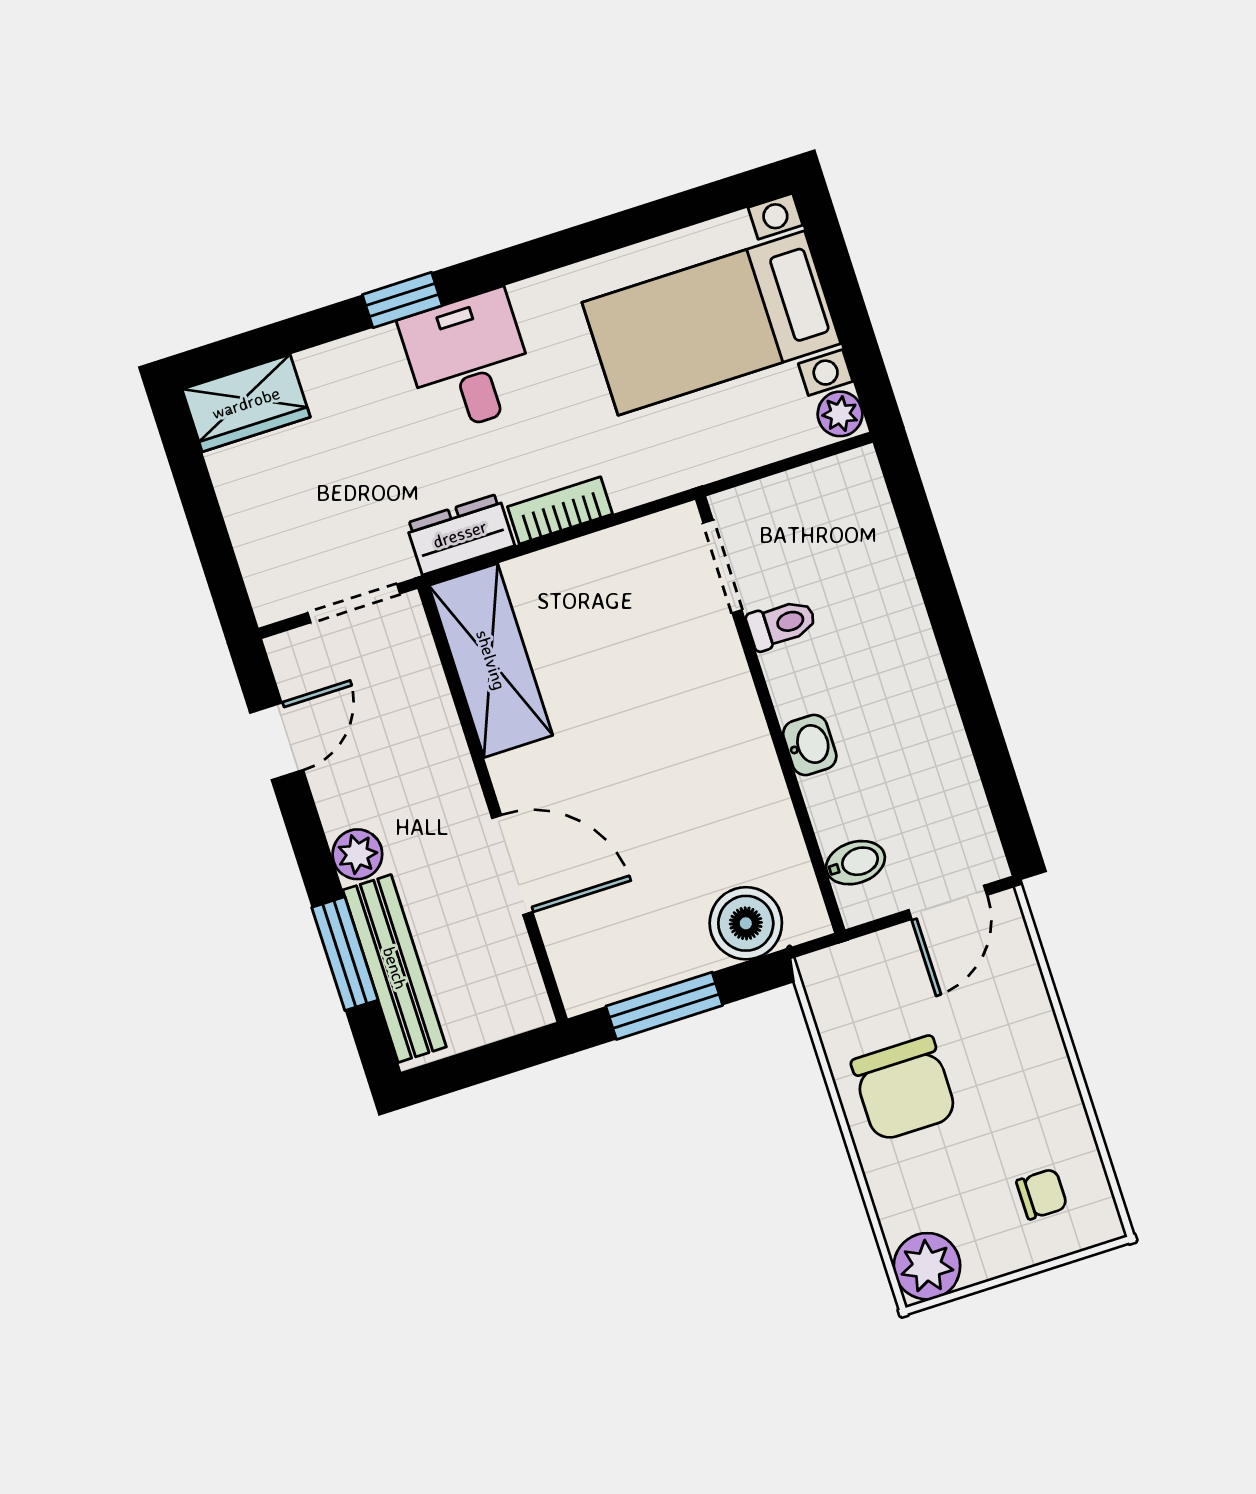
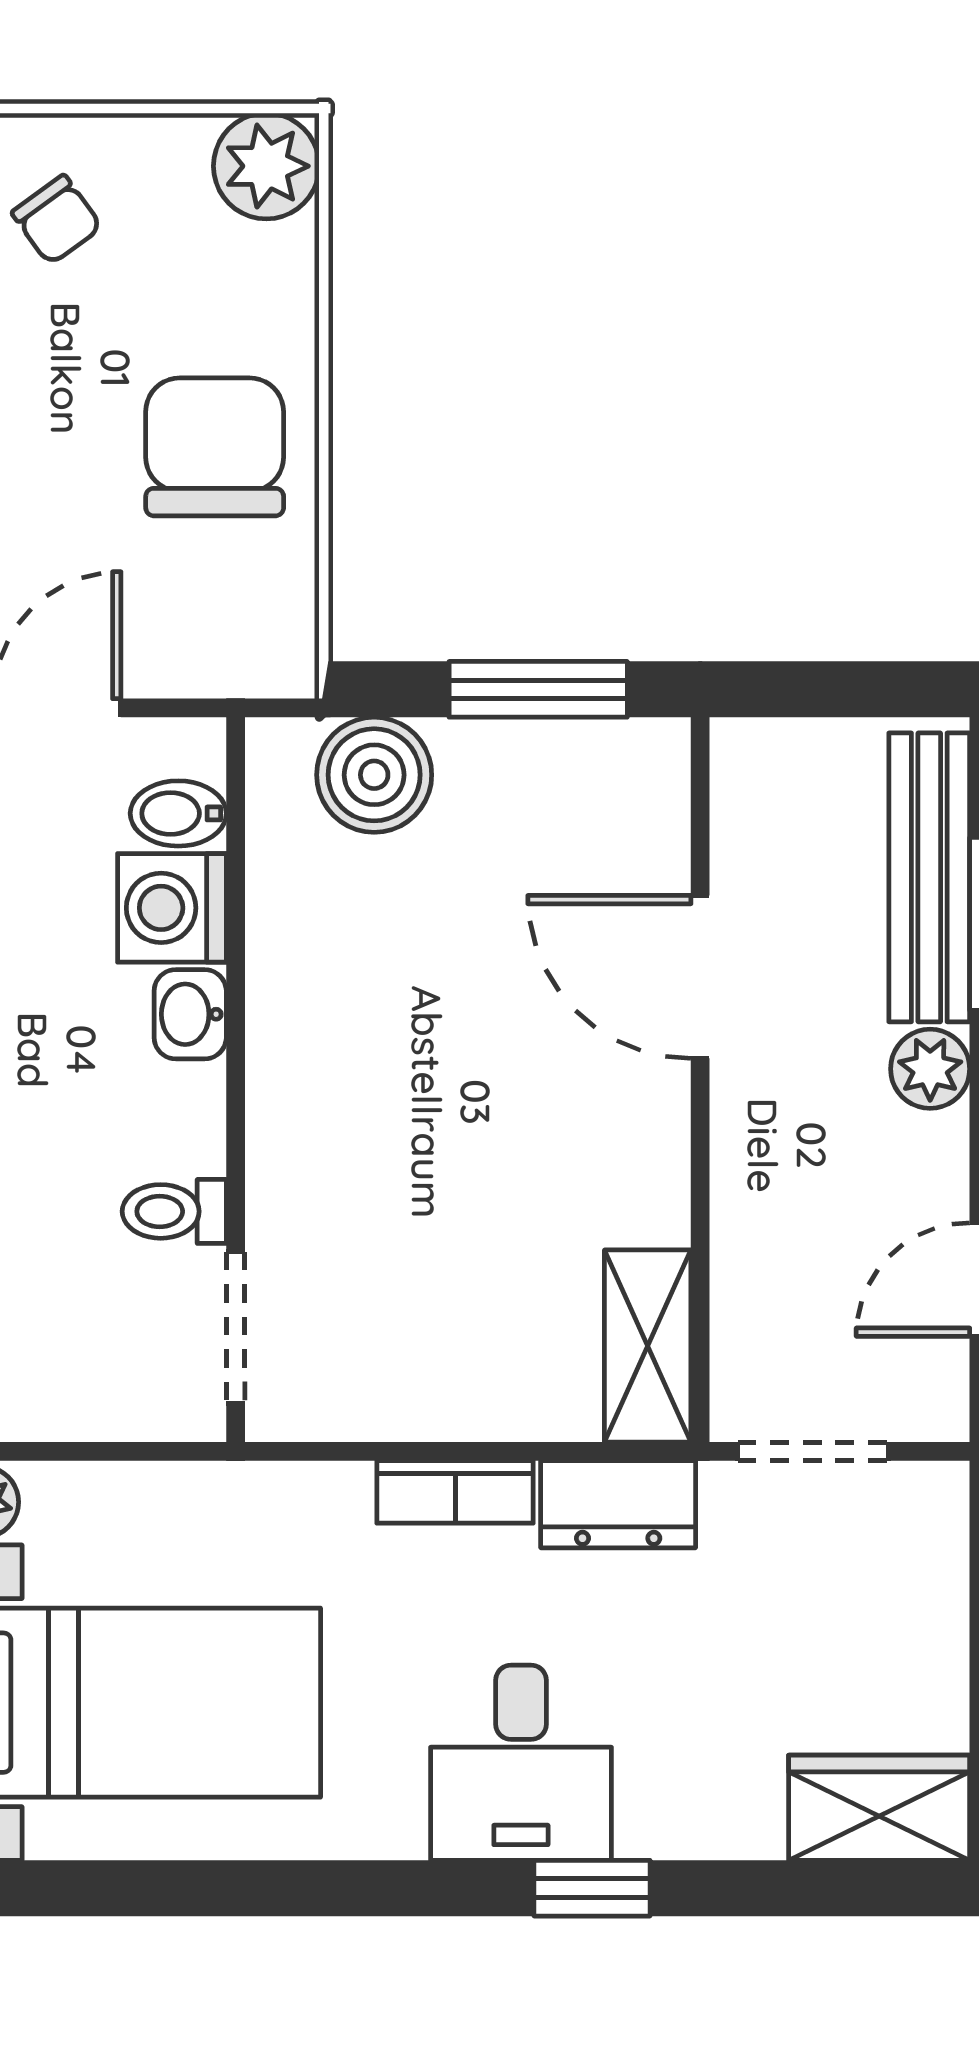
shelving: (491, 660) -> (648, 1346), width x0.67, depth x0.75
washing machine: (841, 805) -> (172, 908), added
chair: (1042, 1194) -> (57, 220), turned -126

